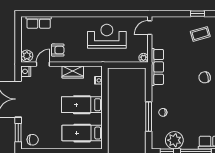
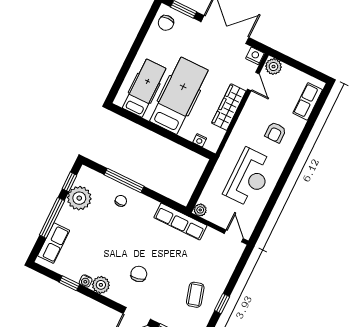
armchair: (58, 50) -> (276, 132), moved
wardrobe: (73, 72) -> (229, 107), width x1.50
hospital bed: (82, 105) -> (179, 96), width x1.37, depth x1.29

